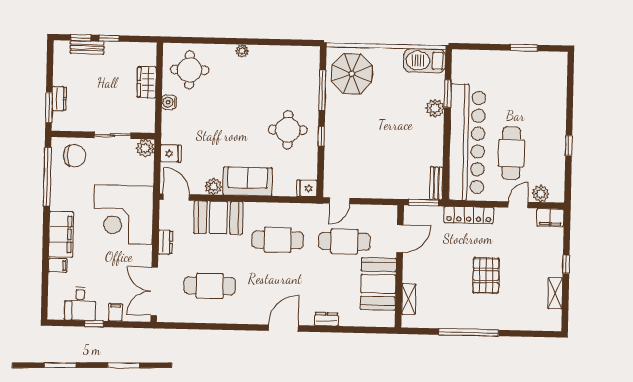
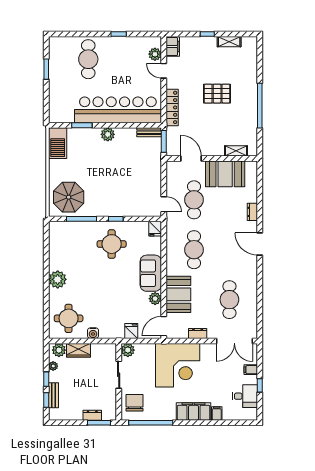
plant: (126, 48) -> (53, 366), added
plant: (242, 51) -> (58, 279), width x1.87, depth x1.87
plant: (147, 56) -> (59, 350), added
plant: (435, 108) -> (108, 134), moved
cafe table: (511, 153) -> (88, 59), moved, turned 90

